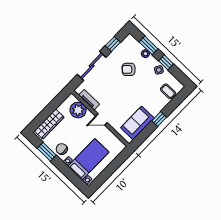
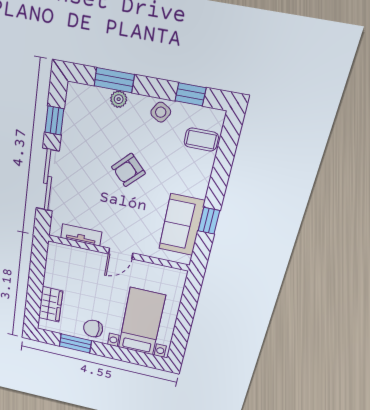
window: (166, 62) -> (190, 94), moved
armchair: (129, 69) -> (128, 170), moved
plant: (78, 110) -> (76, 260), removed
window: (159, 119) -> (209, 221), moved
wardrobe: (49, 124) -> (51, 304), width x0.67

